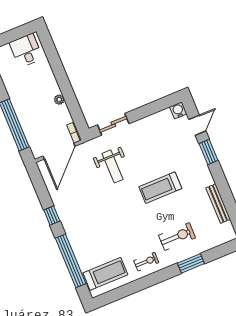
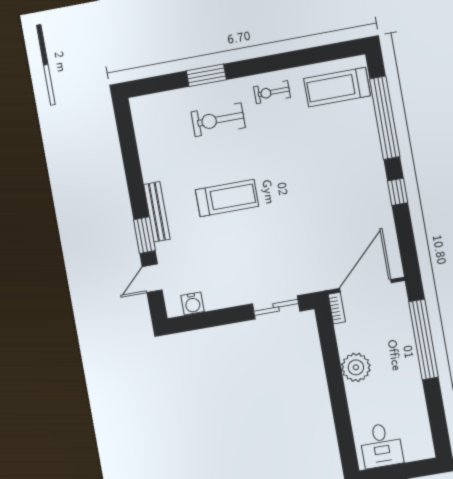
plant: (59, 100) -> (356, 367), width x1.88, depth x1.88
water cooler: (178, 110) -> (193, 304), moved
weight bench: (113, 166) -> (291, 245), removed
bench: (218, 204) -> (157, 212), moved

